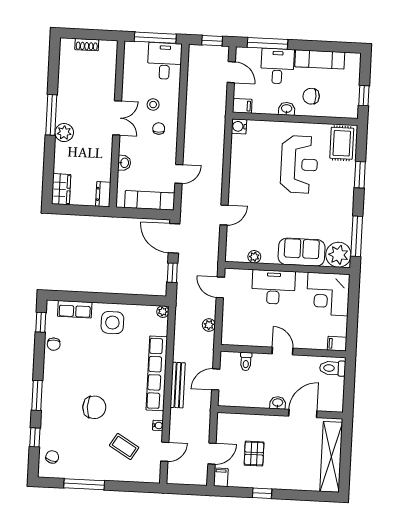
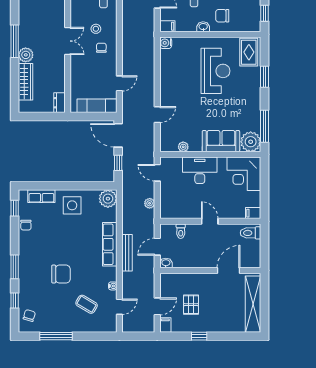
washbasin: (124, 163) -> (75, 77), removed
wardrobe: (61, 189) -> (26, 82), moved, width x1.50
plant: (163, 312) -> (108, 199), width x1.88, depth x1.88
row of seats: (157, 373) -> (110, 244), width x0.73
washbasin: (278, 403) -> (166, 263), moved

